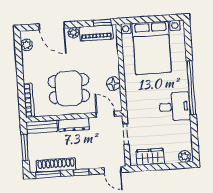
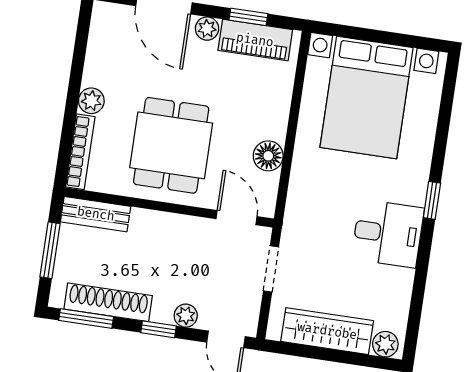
window: (102, 23) -> (248, 17), moved
plant: (27, 45) -> (91, 101), moved
window: (191, 87) -> (432, 200), width x0.32
dining table: (69, 88) -> (171, 145), turned 90
dresser: (74, 125) -> (164, 225), removed
wardrobe: (150, 157) -> (327, 331), width x1.50
plant: (92, 163) -> (186, 316), added

